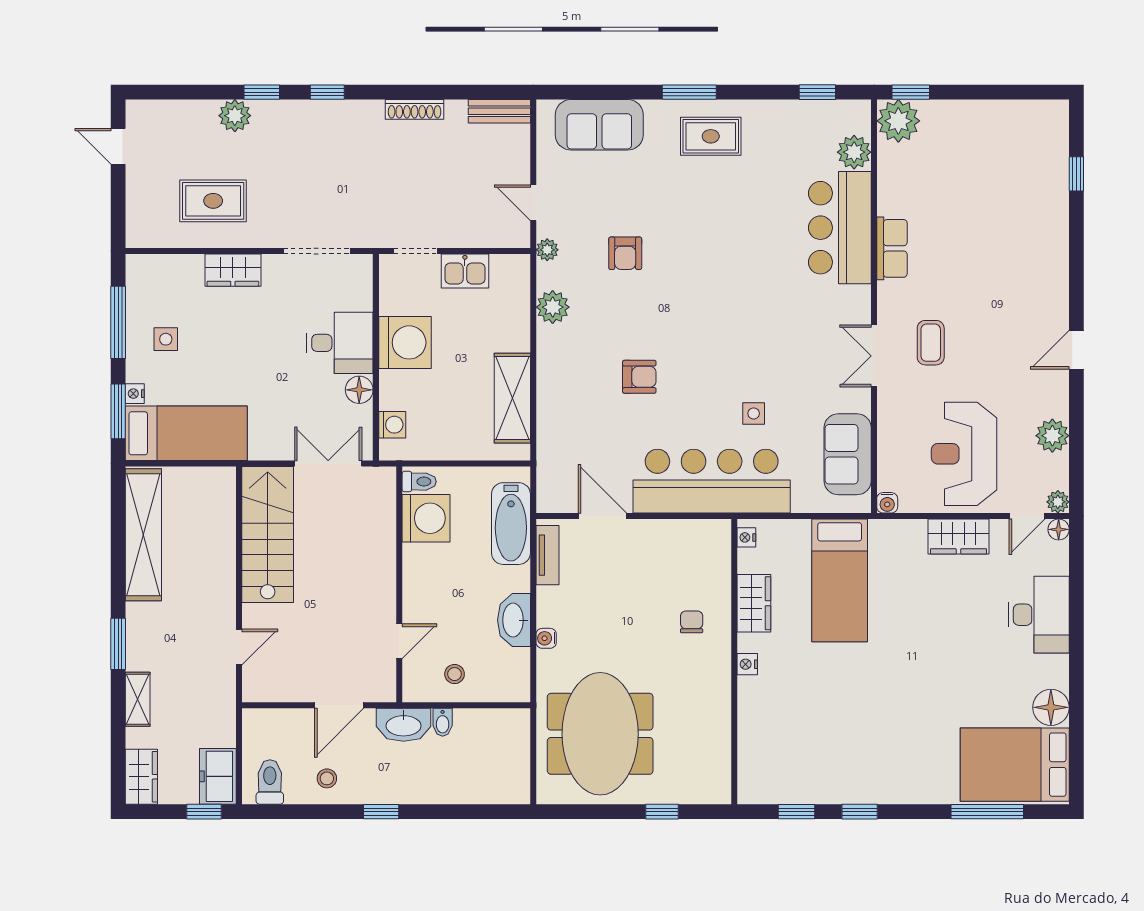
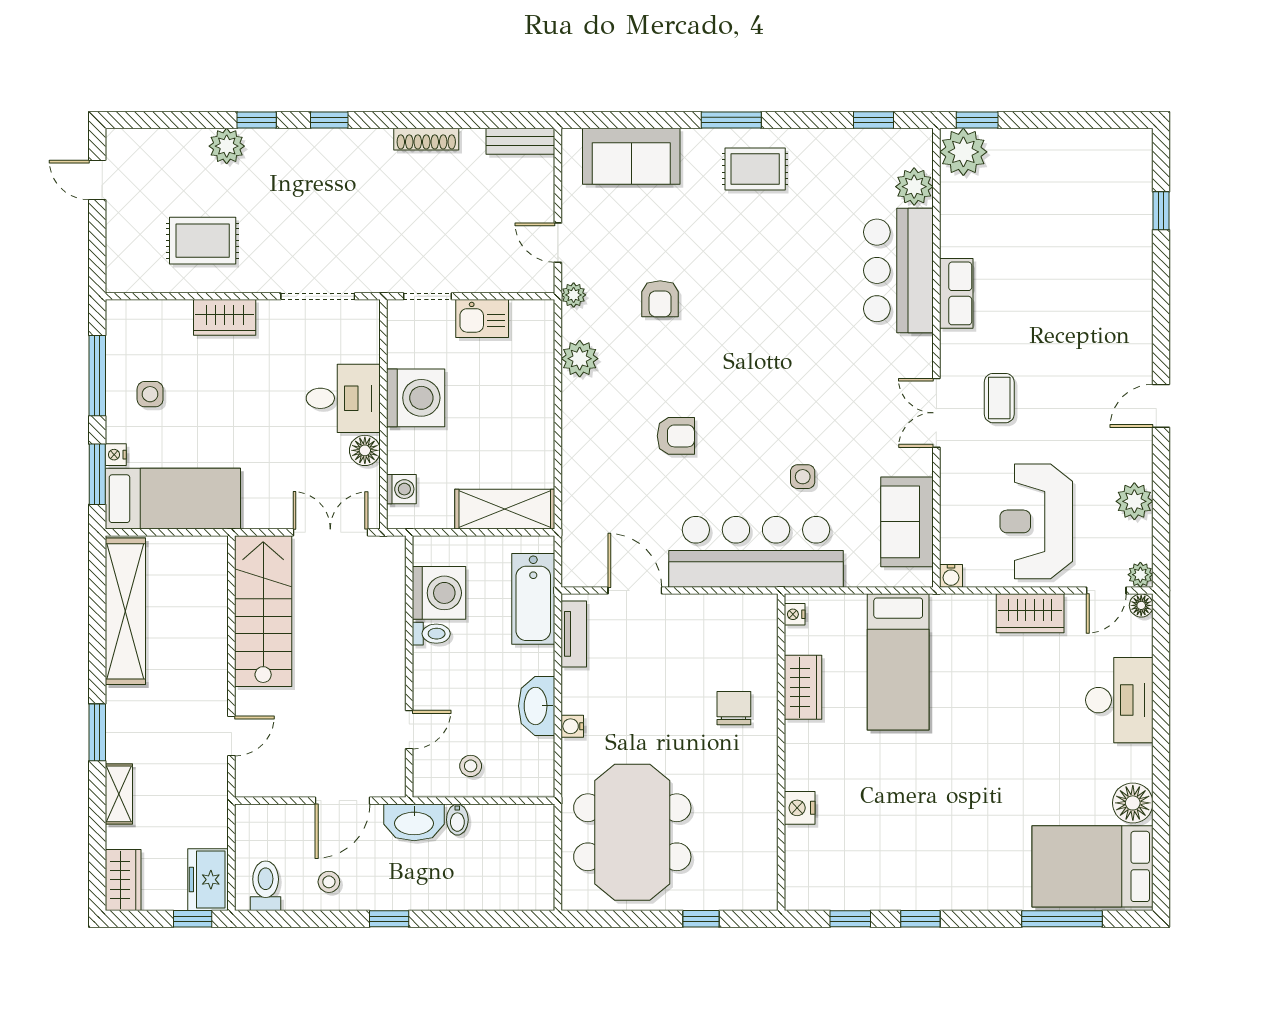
shelving: (512, 398) -> (505, 509), moved, turned 90
toilet: (419, 482) -> (431, 634), moved
chair: (692, 622) -> (734, 708), width x1.37, depth x1.37
nightstand: (747, 664) -> (800, 808), moved, width x1.39, depth x1.35

